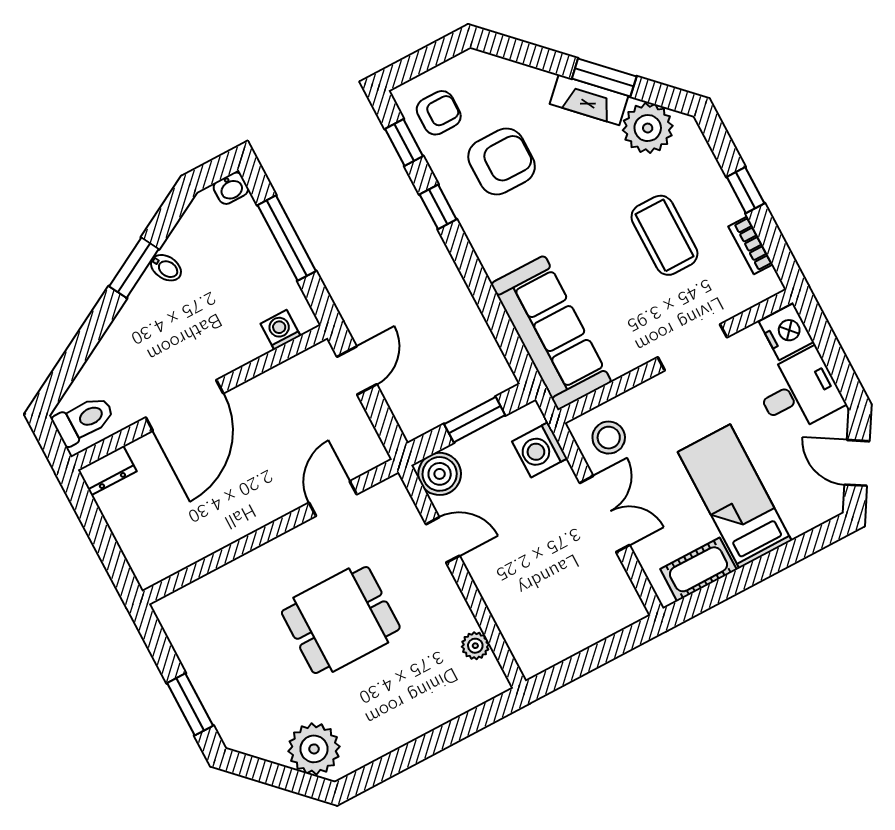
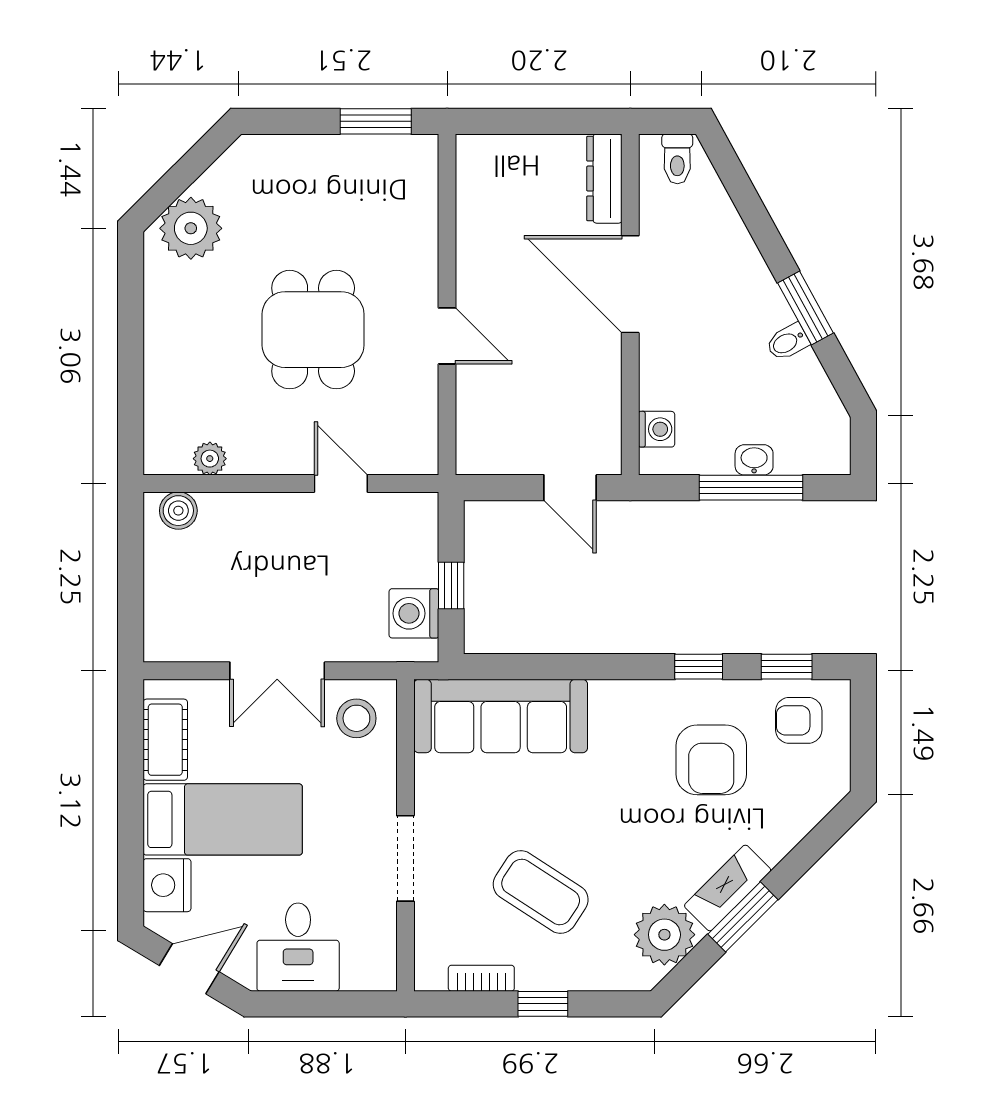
armchair: (439, 113) -> (799, 720), turned 90
washbasin: (231, 188) -> (754, 460), moved, turned 90
coffee table: (664, 235) -> (541, 892), turned 33
nightstand: (786, 332) -> (167, 885), moved, turned 90
toilet: (84, 420) -> (677, 159), width x0.73, depth x0.72
window: (475, 420) -> (451, 586), width x0.67
washing machine: (540, 450) -> (414, 613), moved, turned -90
dresser: (107, 471) -> (604, 179), width x1.44
boiler: (440, 474) -> (178, 511), moved, width x0.73, depth x0.73
door: (333, 499) -> (447, 336), moved
door: (443, 540) -> (341, 483), swing flipped
window: (190, 704) -> (376, 121), moved

